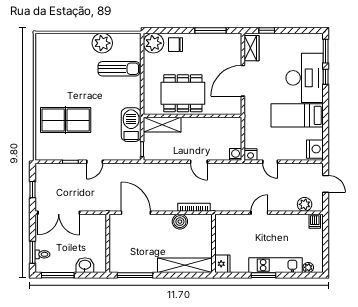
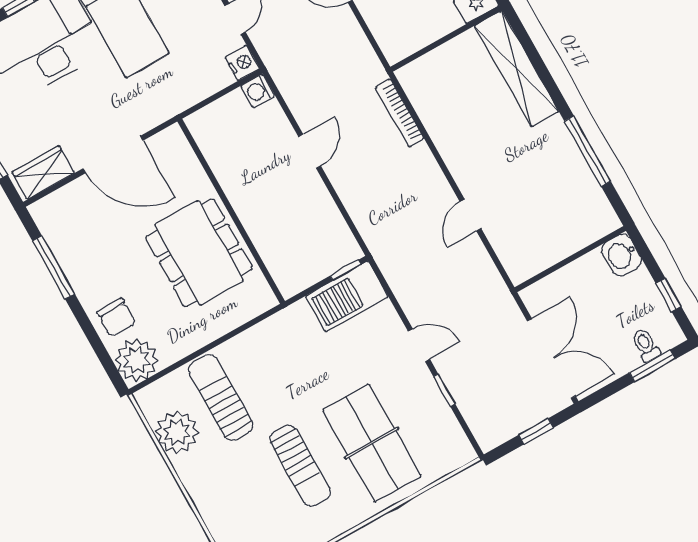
plant: (102, 43) -> (177, 432), moved
sun lounger: (73, 85) -> (300, 466), added
barbecue: (131, 125) -> (347, 296), moved
shelving: (162, 125) -> (279, 258), removed
door: (136, 213) -> (471, 215), width x0.53
boiler: (180, 222) -> (441, 124), removed
wall: (108, 243) -> (570, 259), moved
window: (58, 275) -> (669, 295), width x0.46

